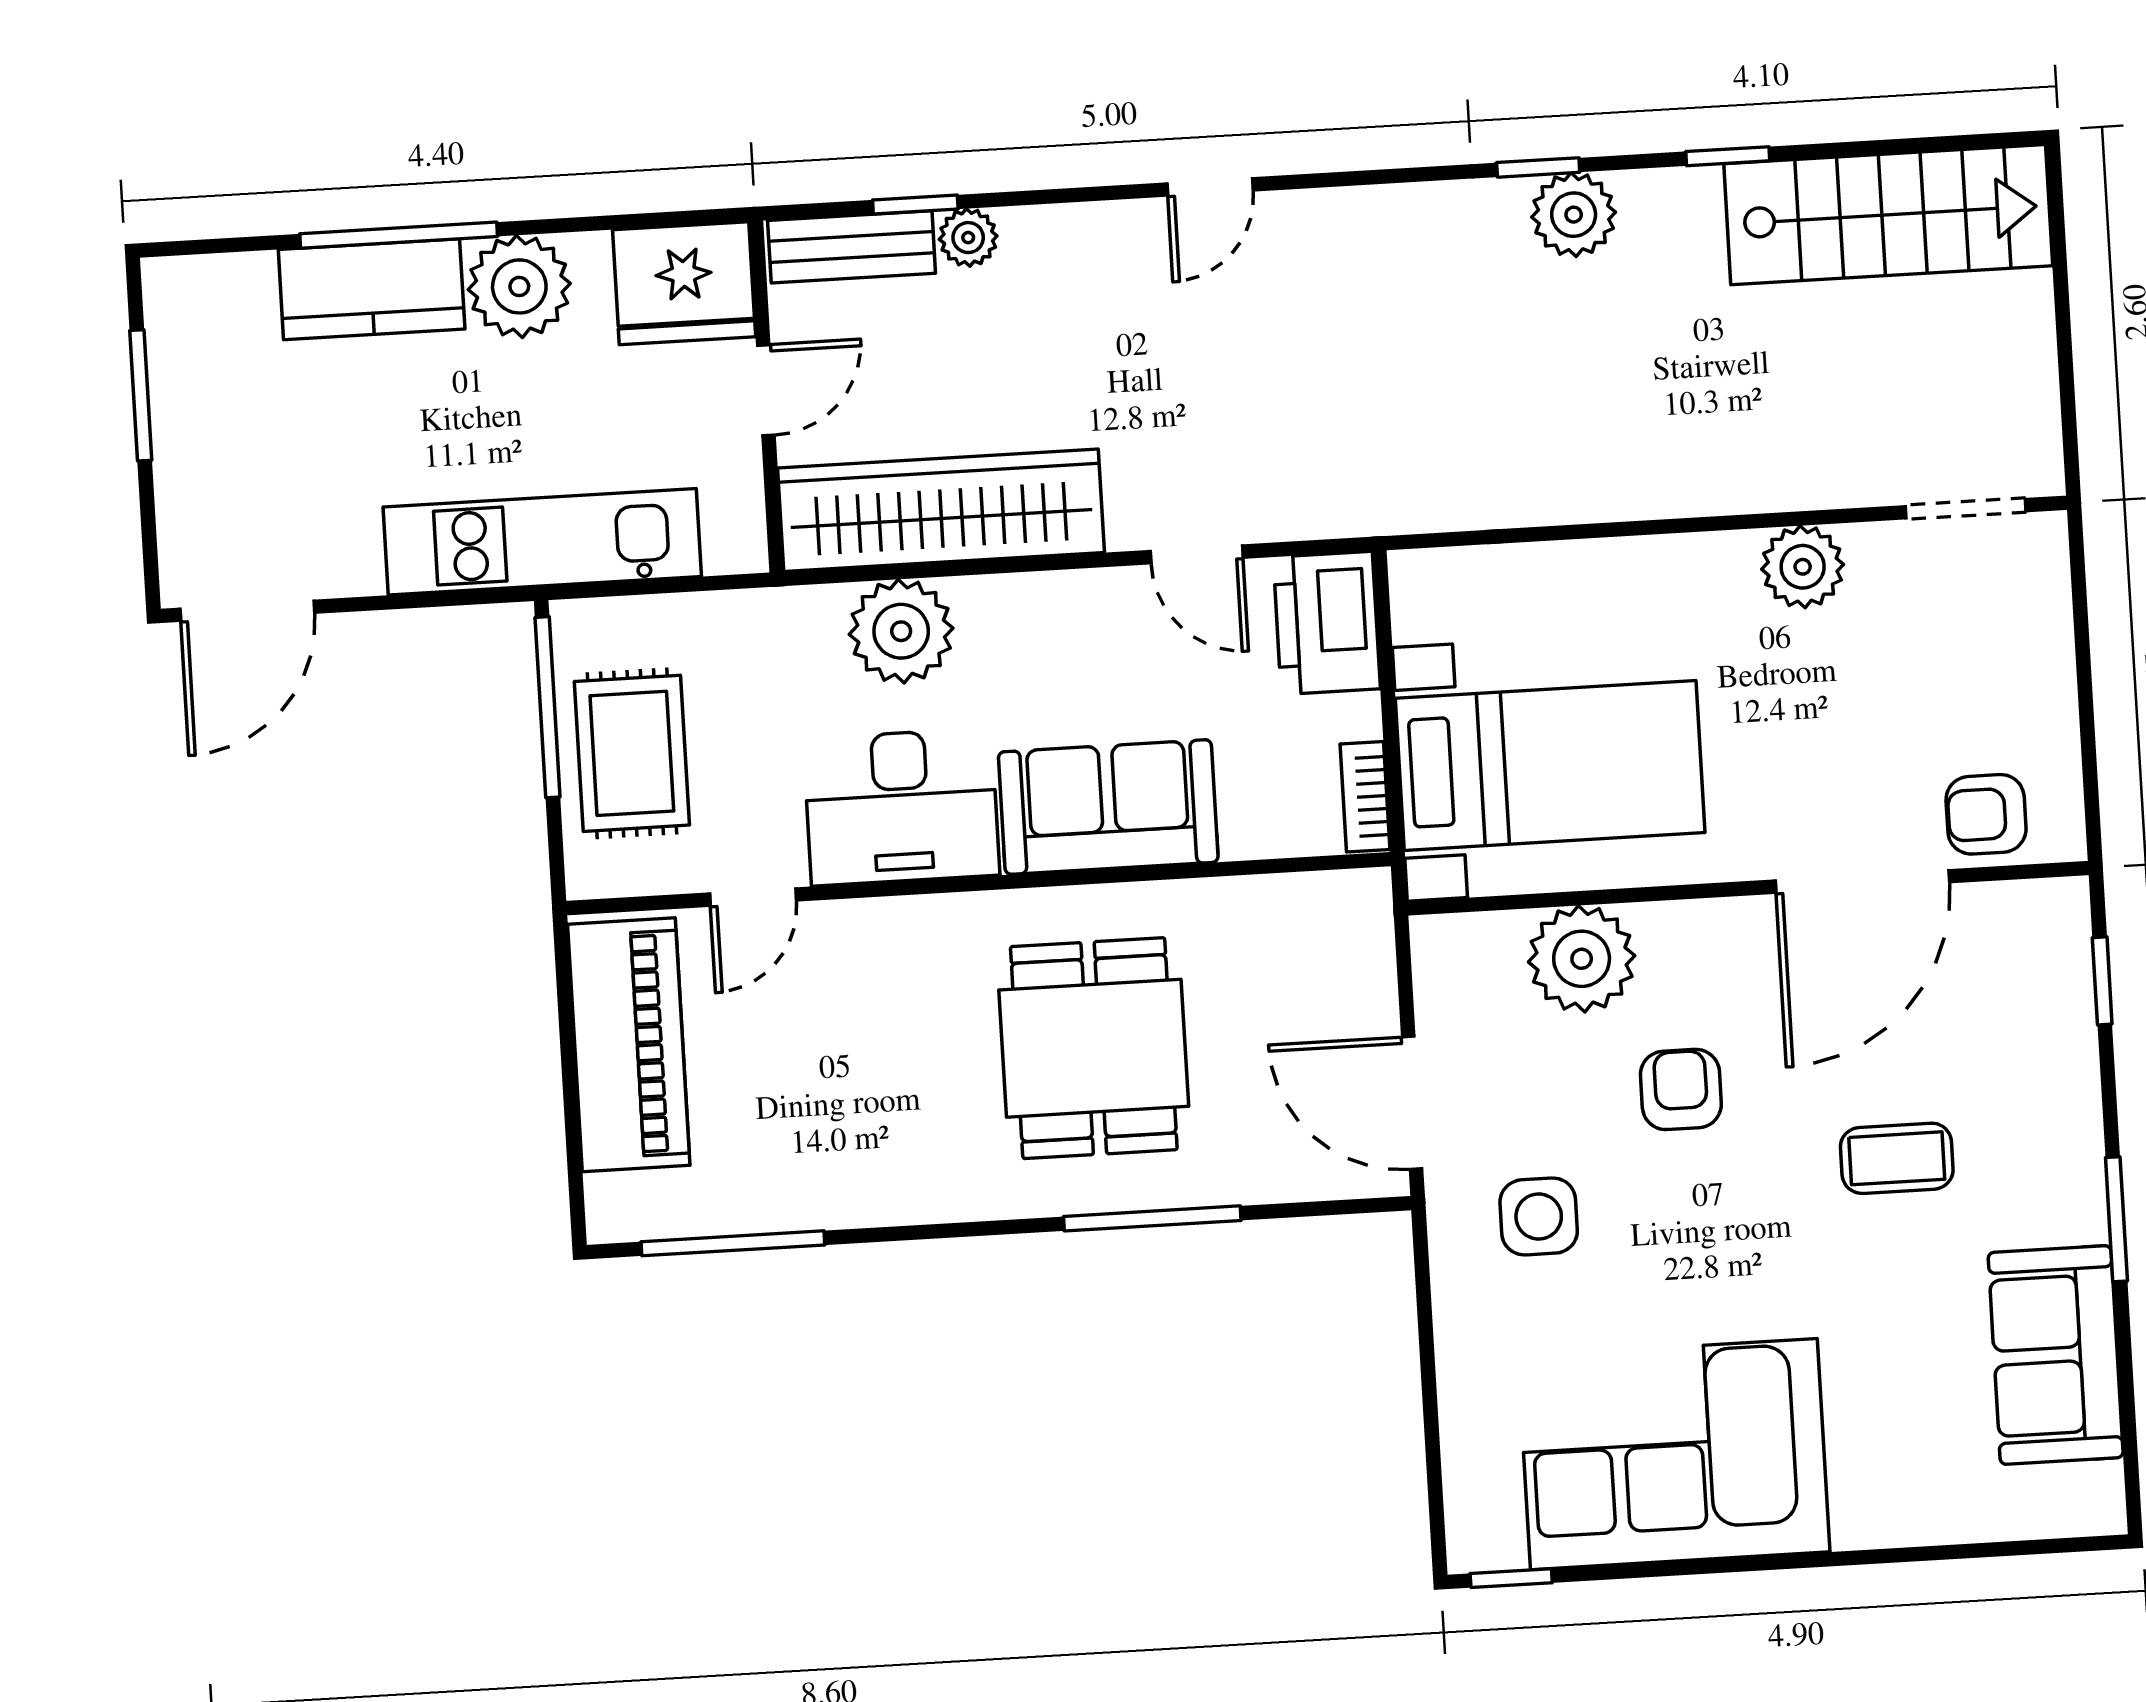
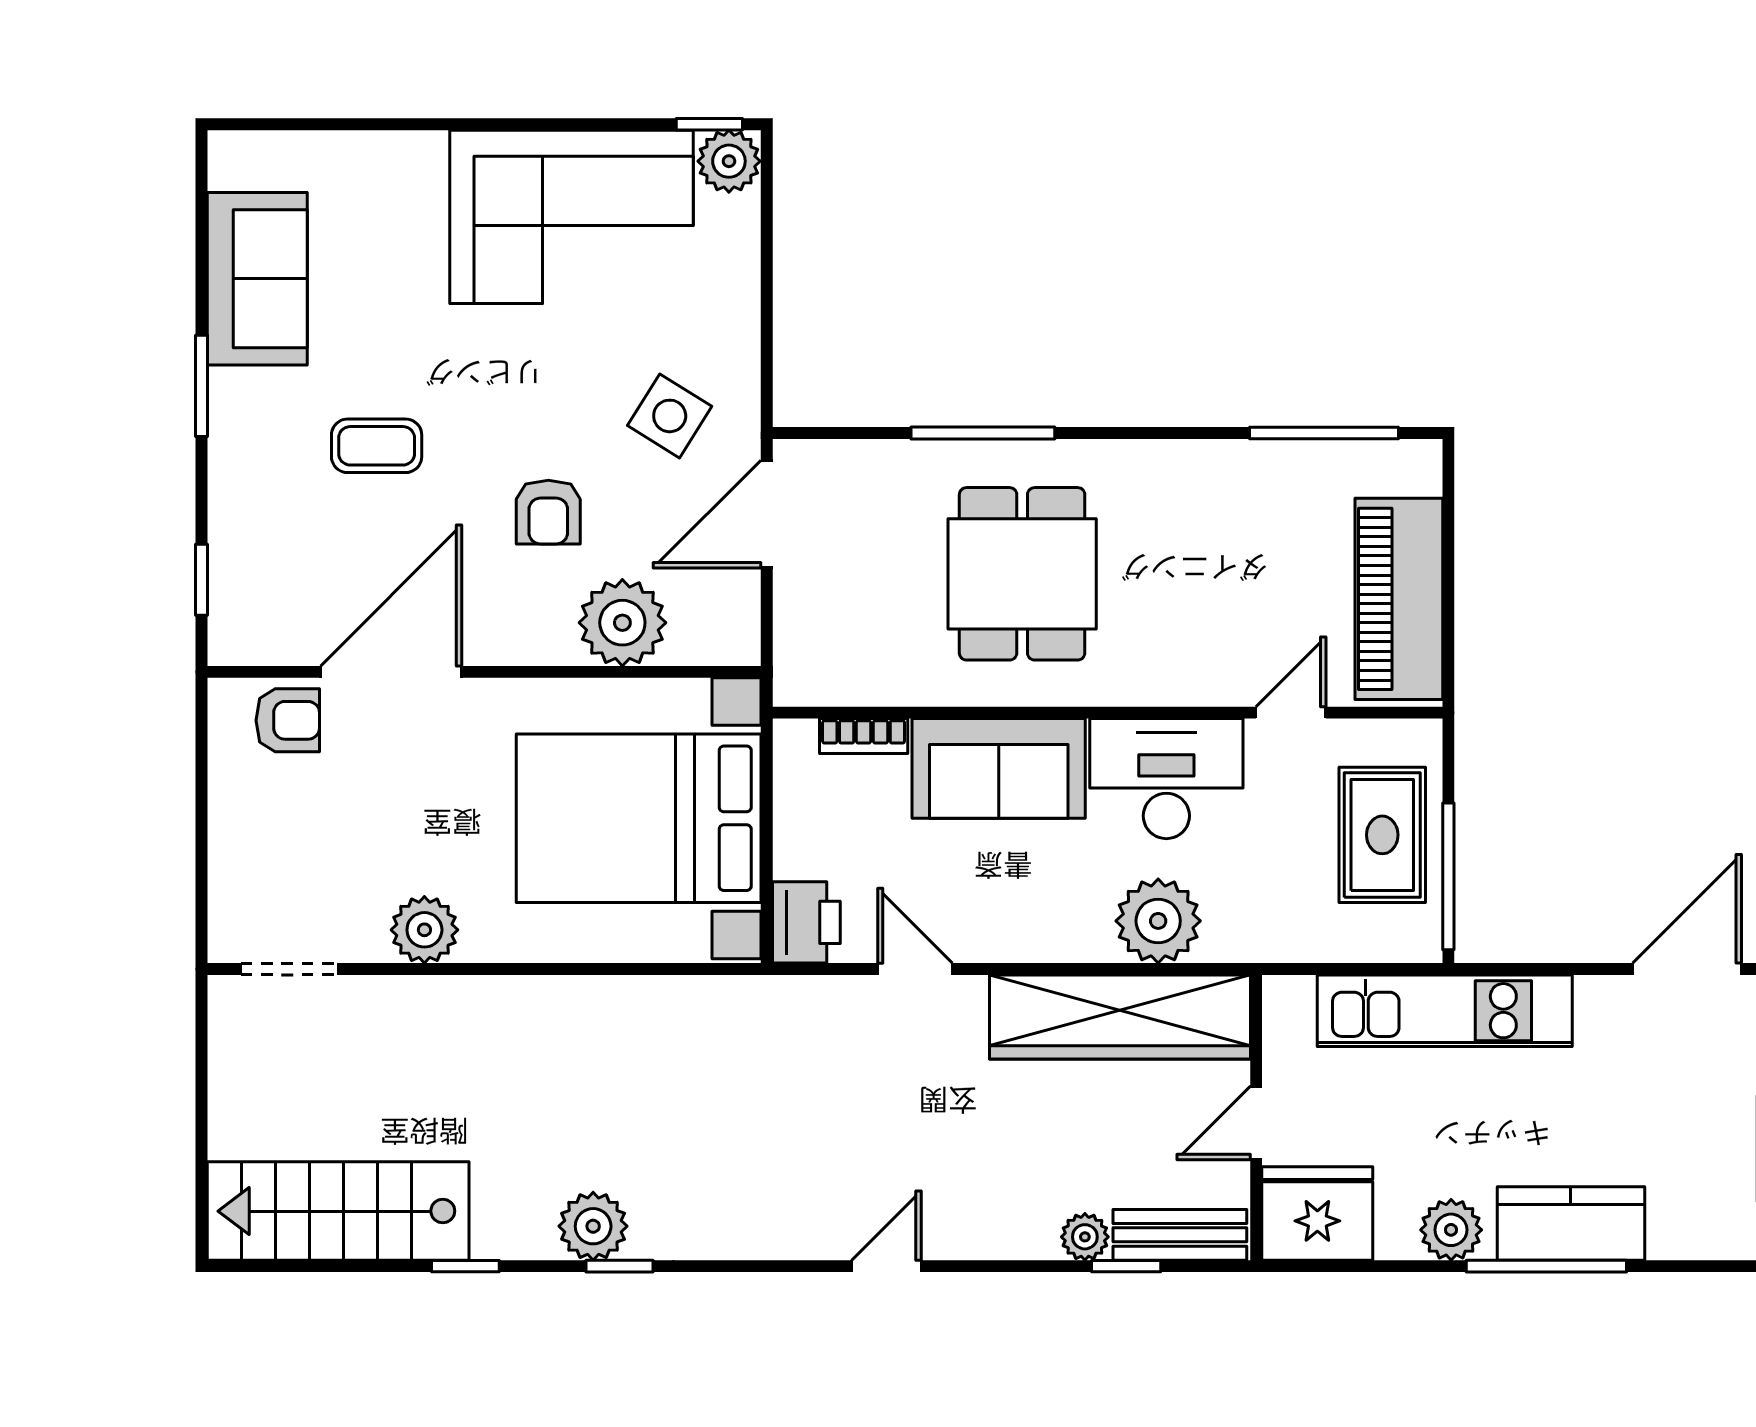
plant: (519, 286) -> (1451, 1230), width x0.73, depth x0.73
printer: (1327, 623) -> (806, 922), width x0.73, depth x0.84
bed with nightstands: (1550, 765) -> (639, 818), width x1.36
bookcase: (1365, 797) -> (864, 736), moved, turned 90
door: (1412, 1103) -> (767, 514), swing flipped
side table: (1539, 1216) -> (670, 416), turned 32
plant: (1484, 1534) -> (729, 161), added

